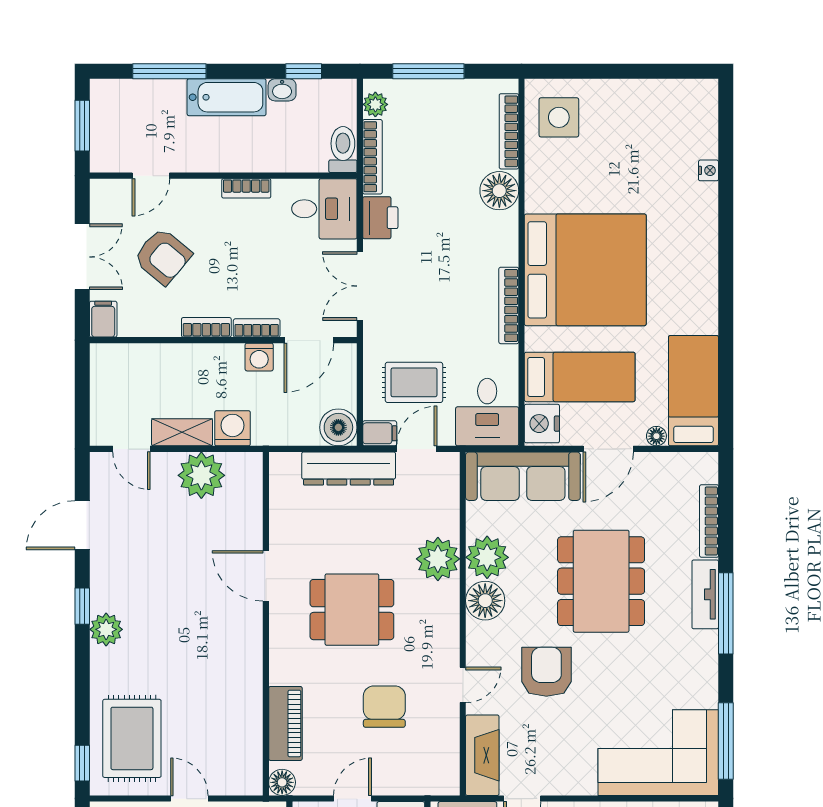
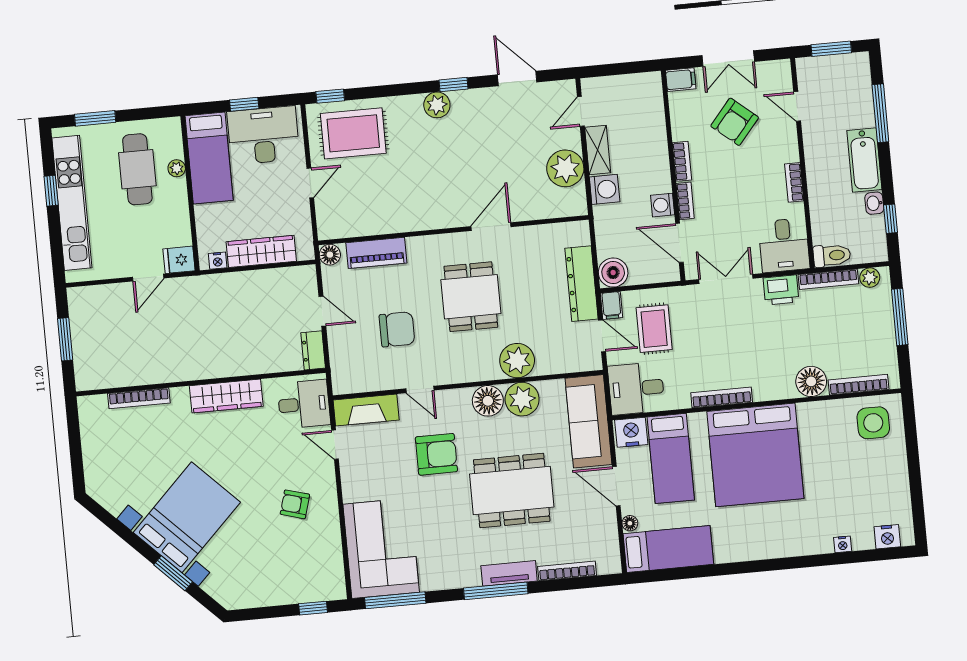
nightstand: (704, 113) -> (887, 537), added

